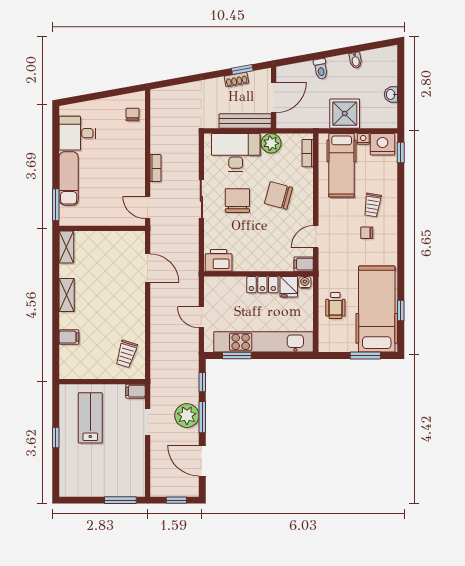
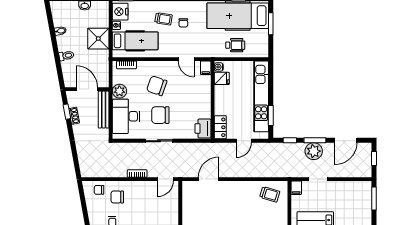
chair: (123, 140) -> (117, 197), added
chair: (279, 195) -> (157, 86), turned 94
locker: (262, 285) -> (220, 127), moved

